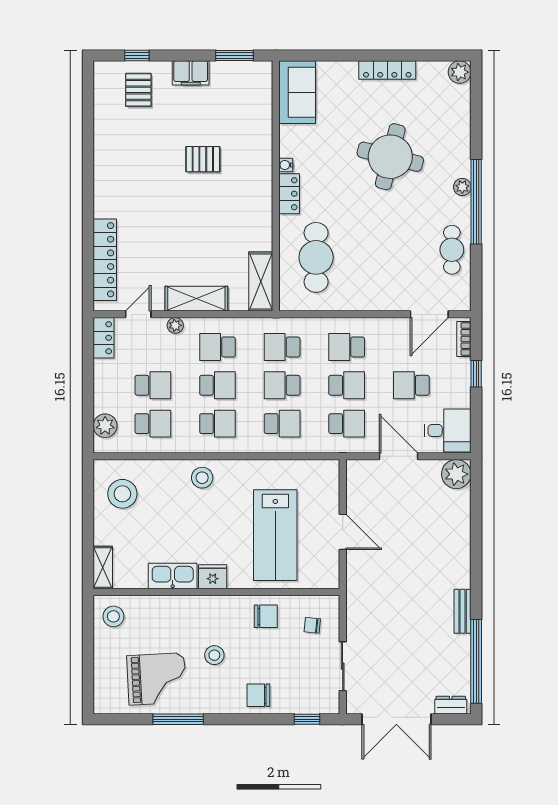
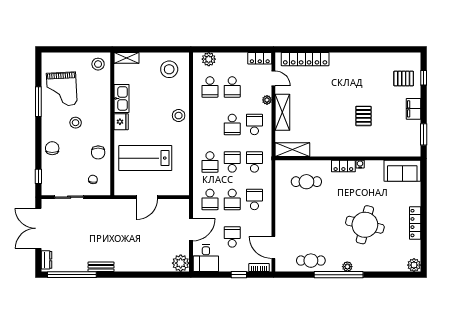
cafe table: (316, 257) -> (306, 182), width x0.73, depth x0.74
school desk: (218, 424) -> (210, 124), removed

